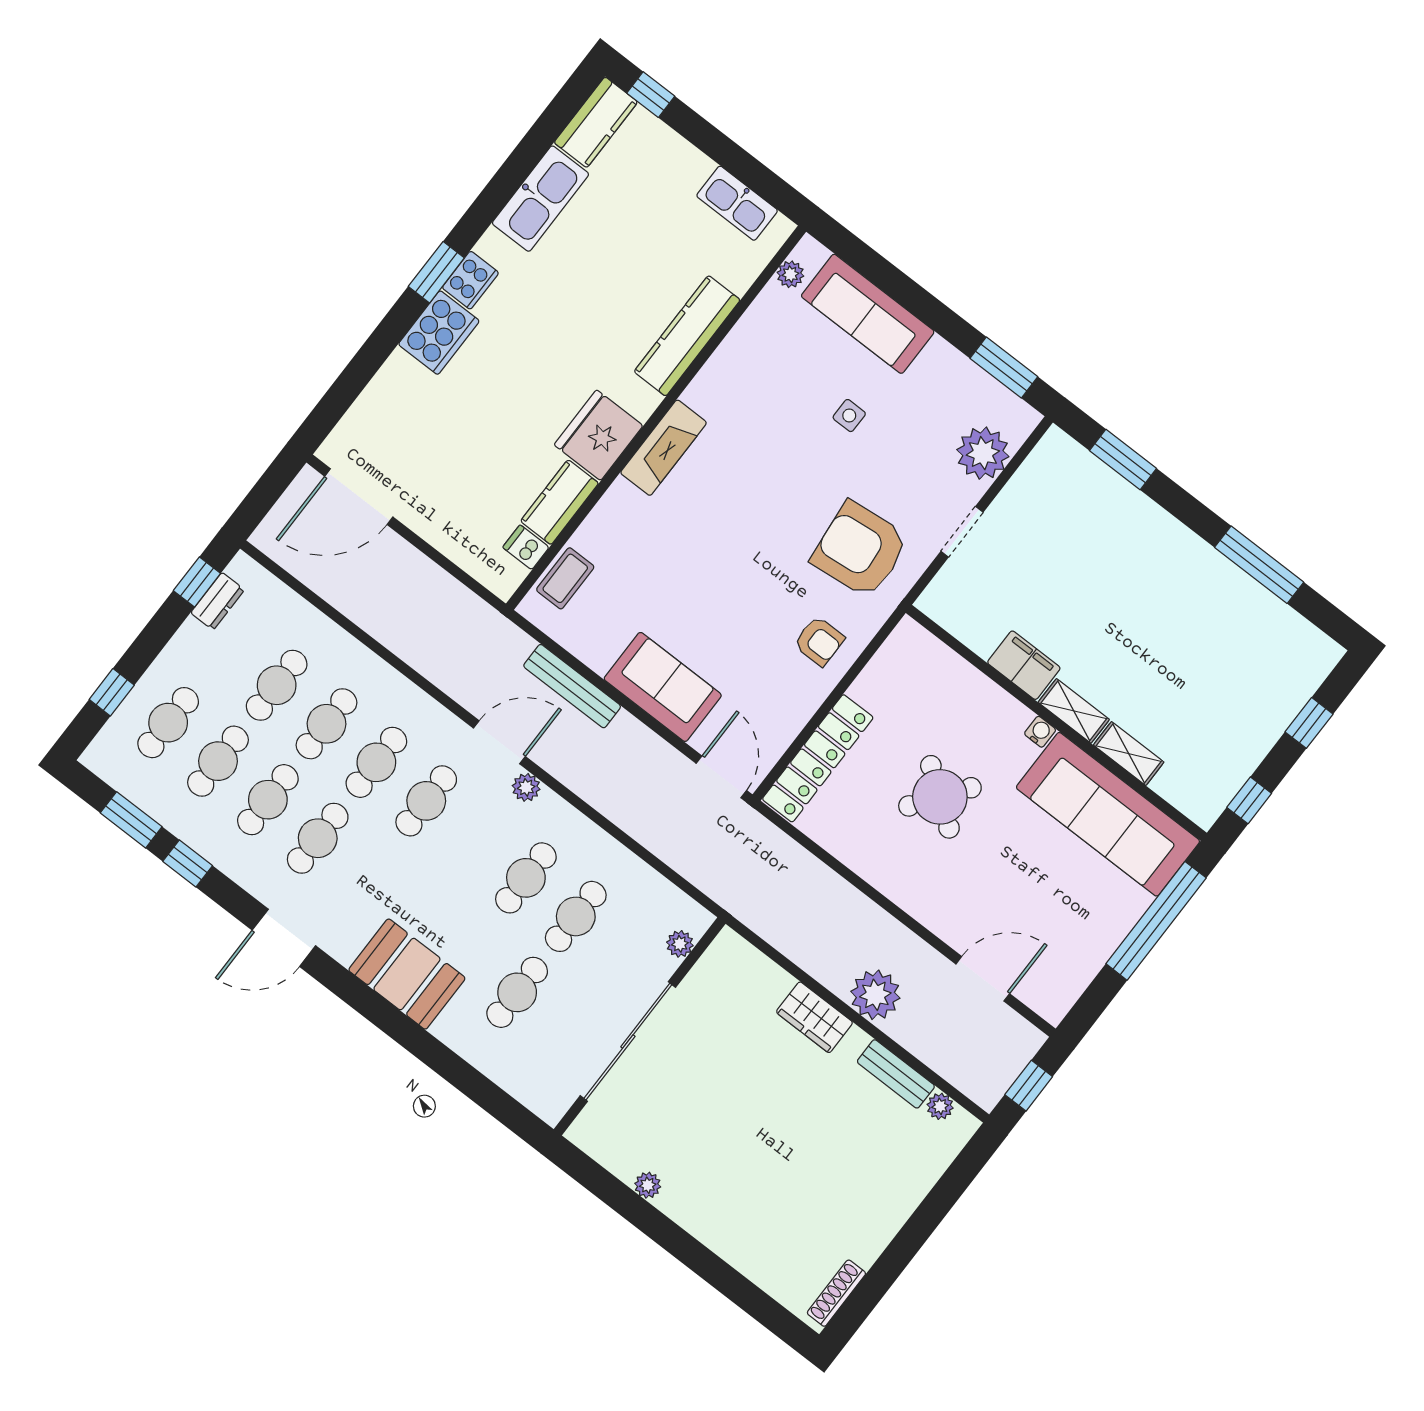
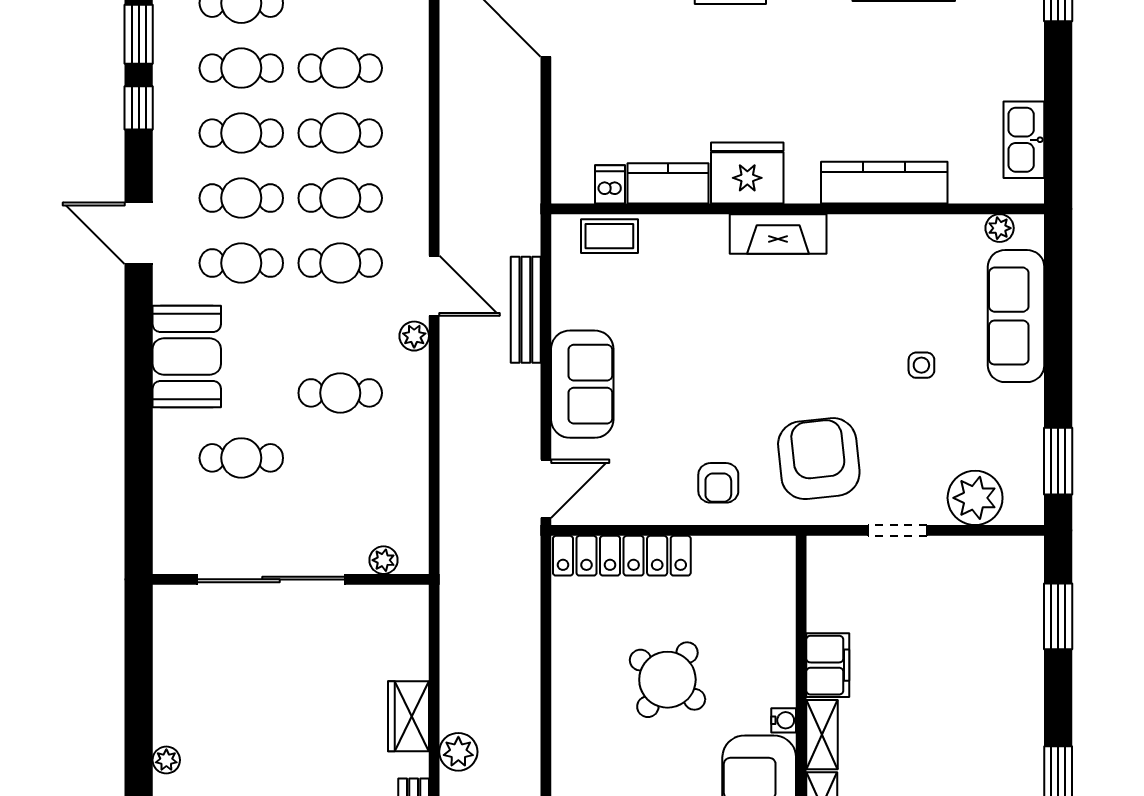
cafe table: (576, 916) -> (241, 263), moved
plant: (875, 995) -> (458, 752), width x0.73, depth x0.73
plant: (648, 1185) -> (166, 760), moved

